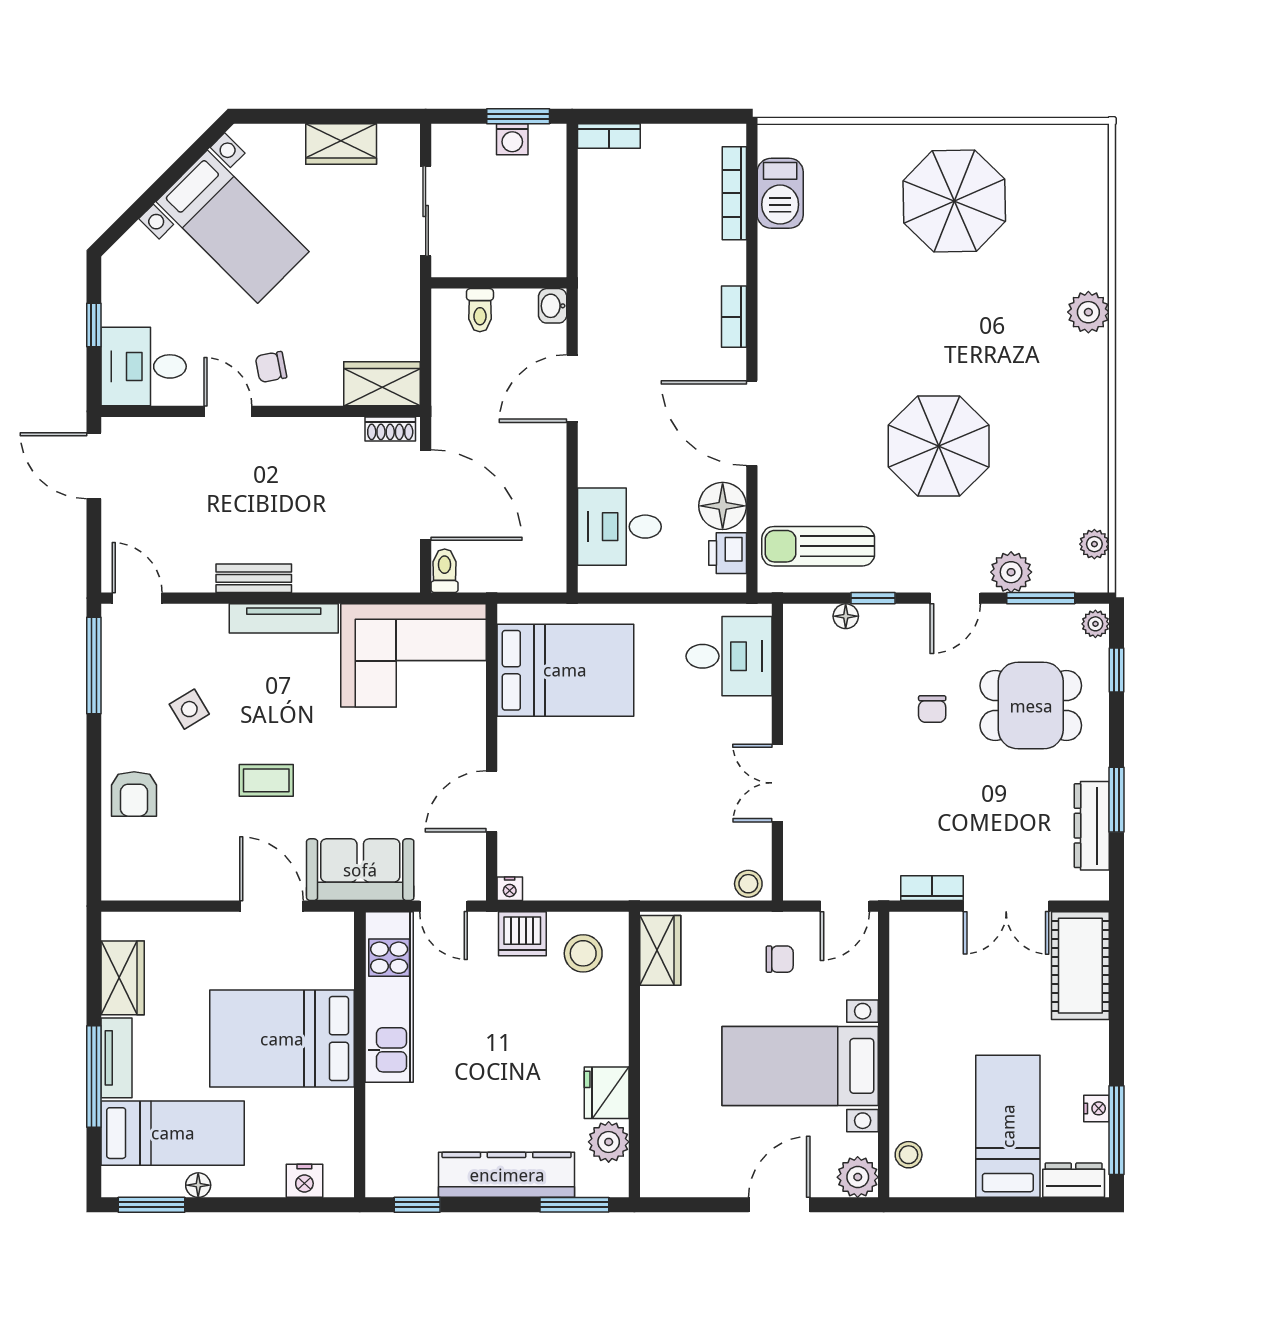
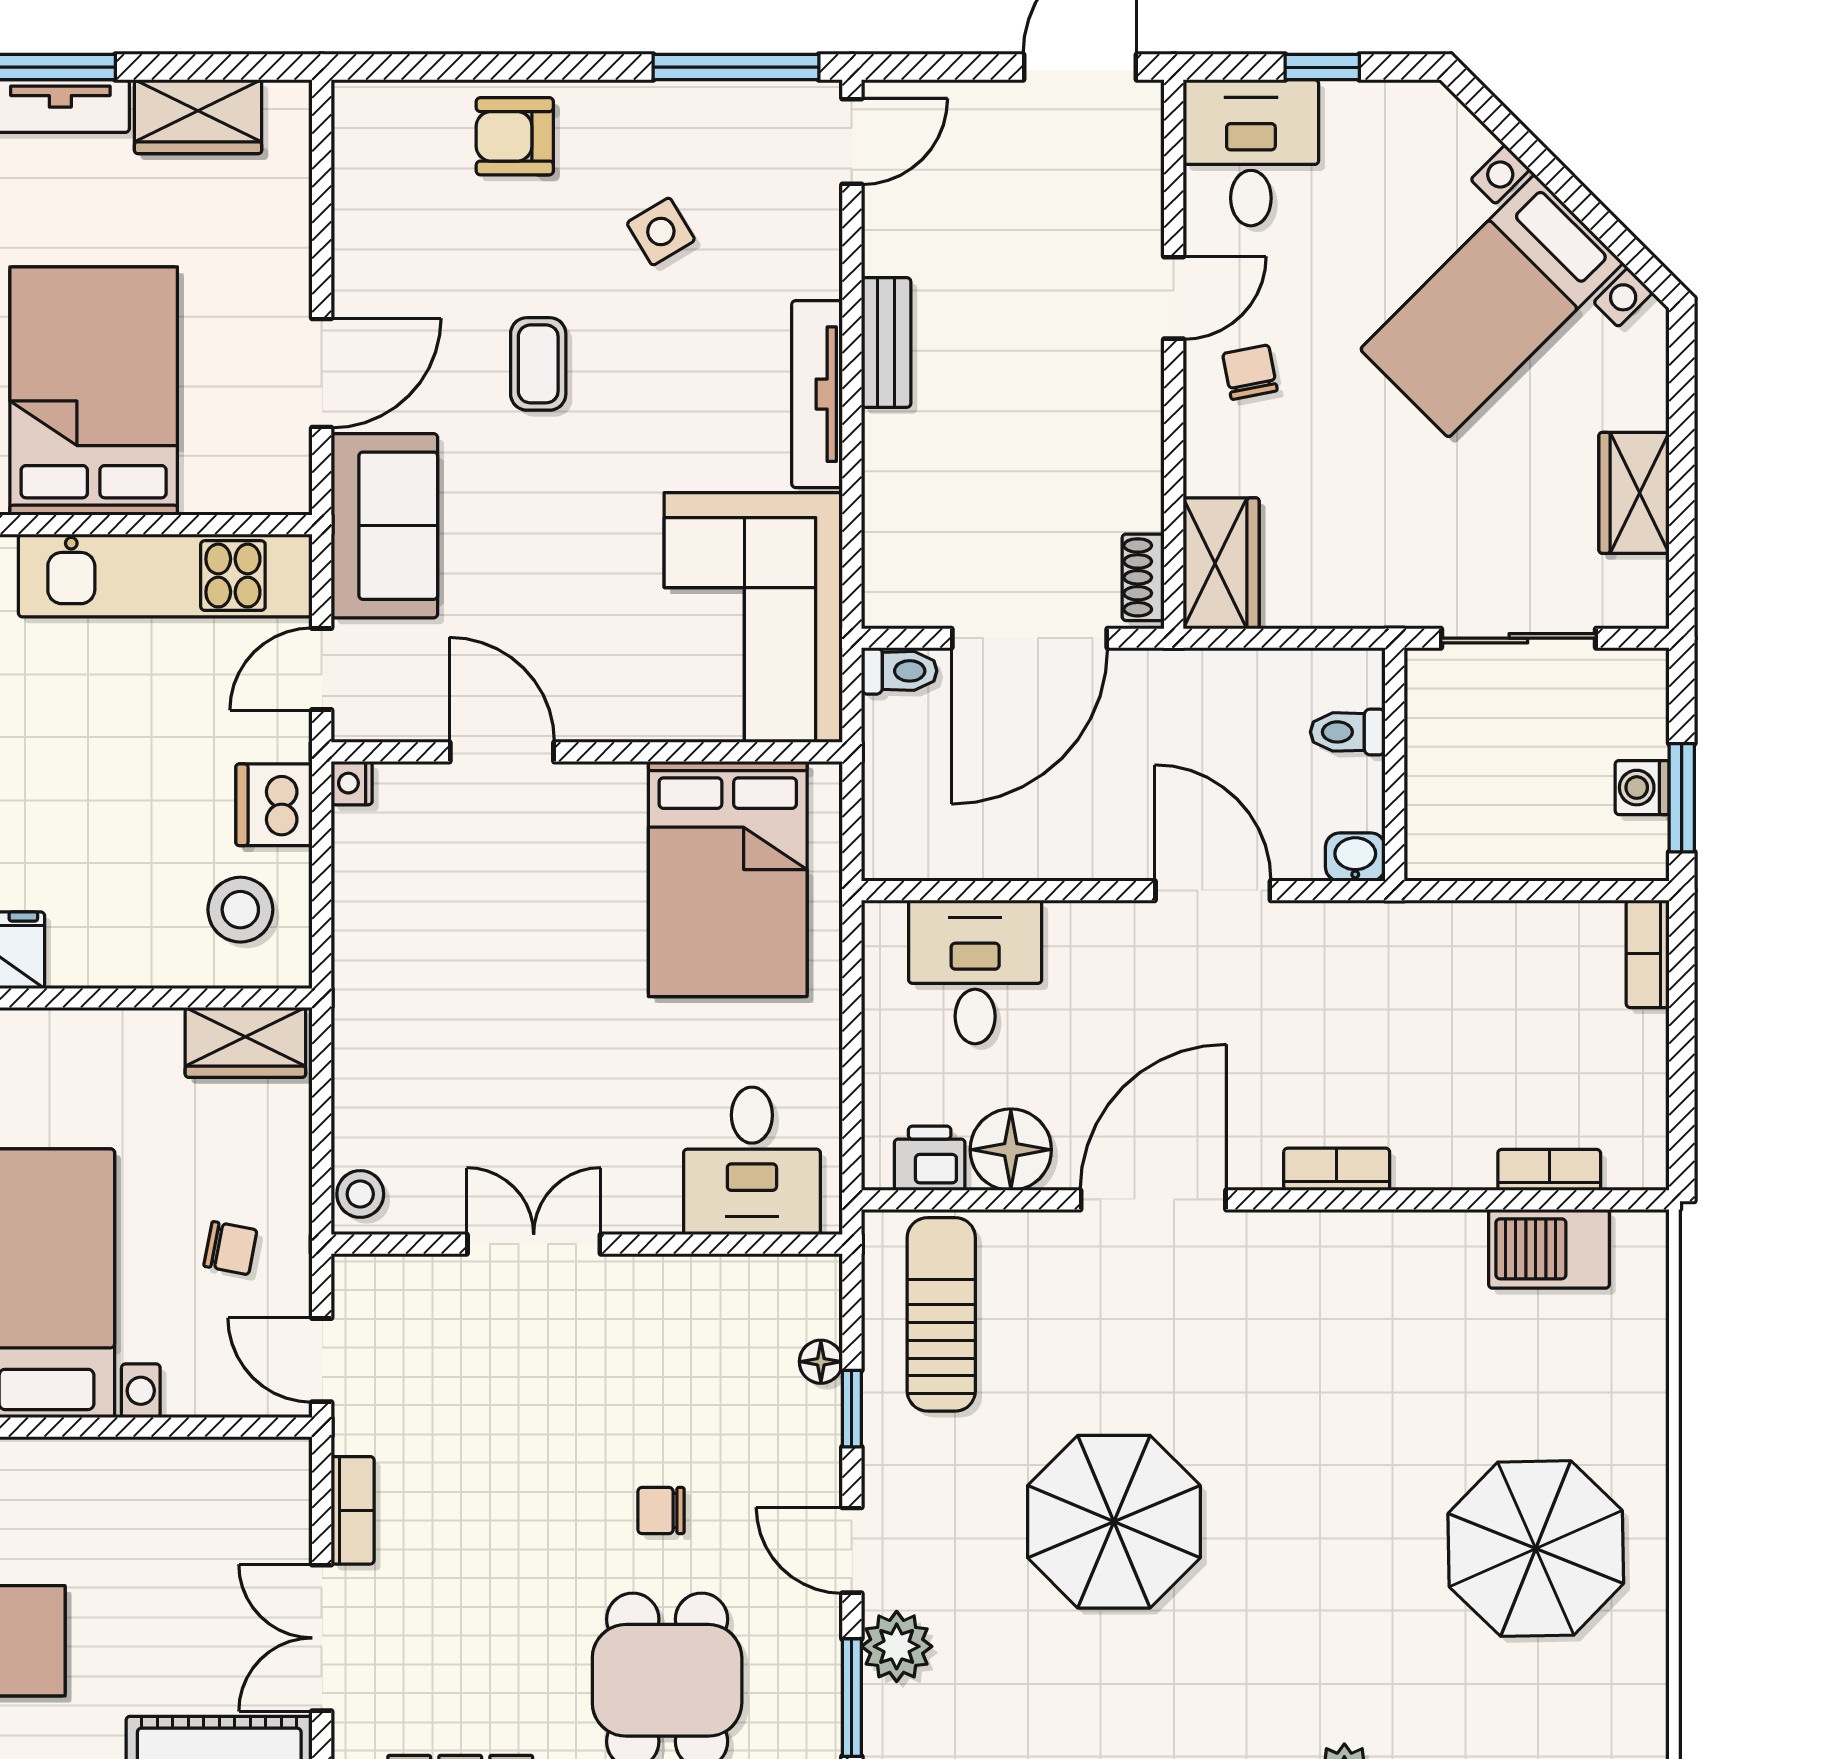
bookcase: (734, 193) -> (1549, 1170), width x0.64
chair: (780, 959) -> (230, 1248), turned -79

